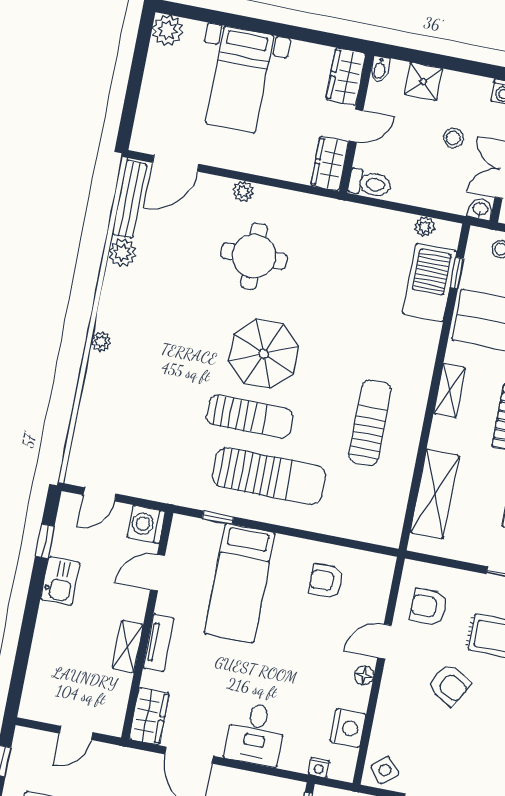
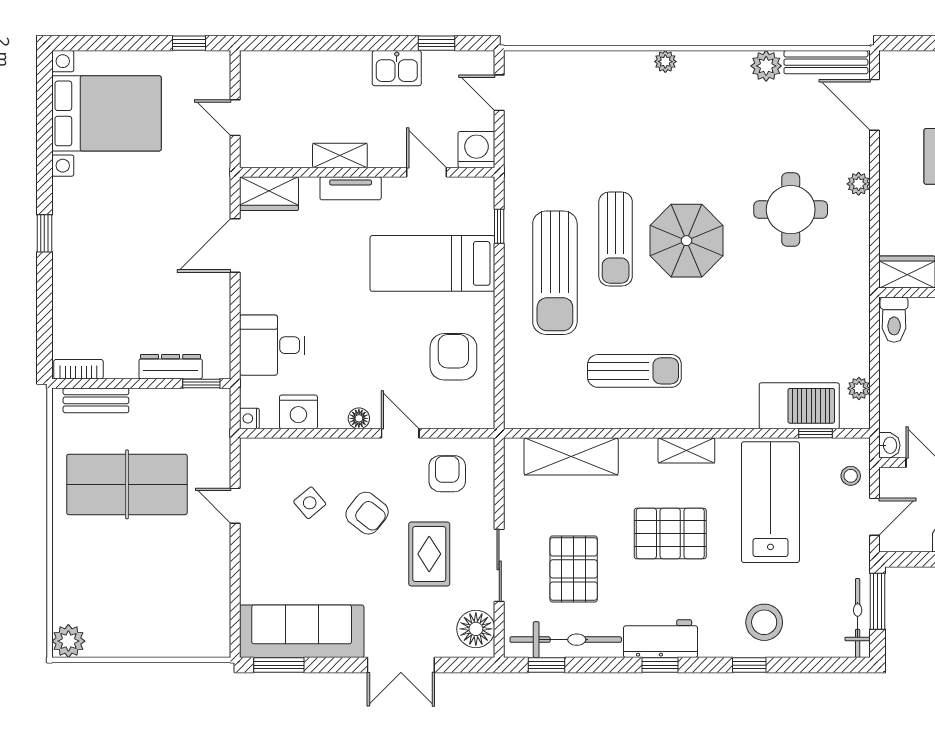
armchair: (326, 581) -> (453, 357), width x1.38, depth x1.38
armchair: (450, 685) -> (367, 513), turned -82
desk: (255, 734) -> (272, 345), moved
nightstand: (319, 767) -> (249, 418), moved
side table: (385, 770) -> (310, 503), moved

